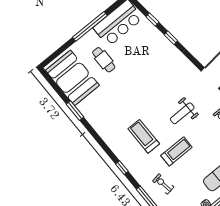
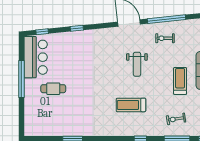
window: (152, 19) -> (42, 32), moved
booth: (72, 78) -> (48, 121), removed
treadmill: (176, 151) -> (180, 81), moved

